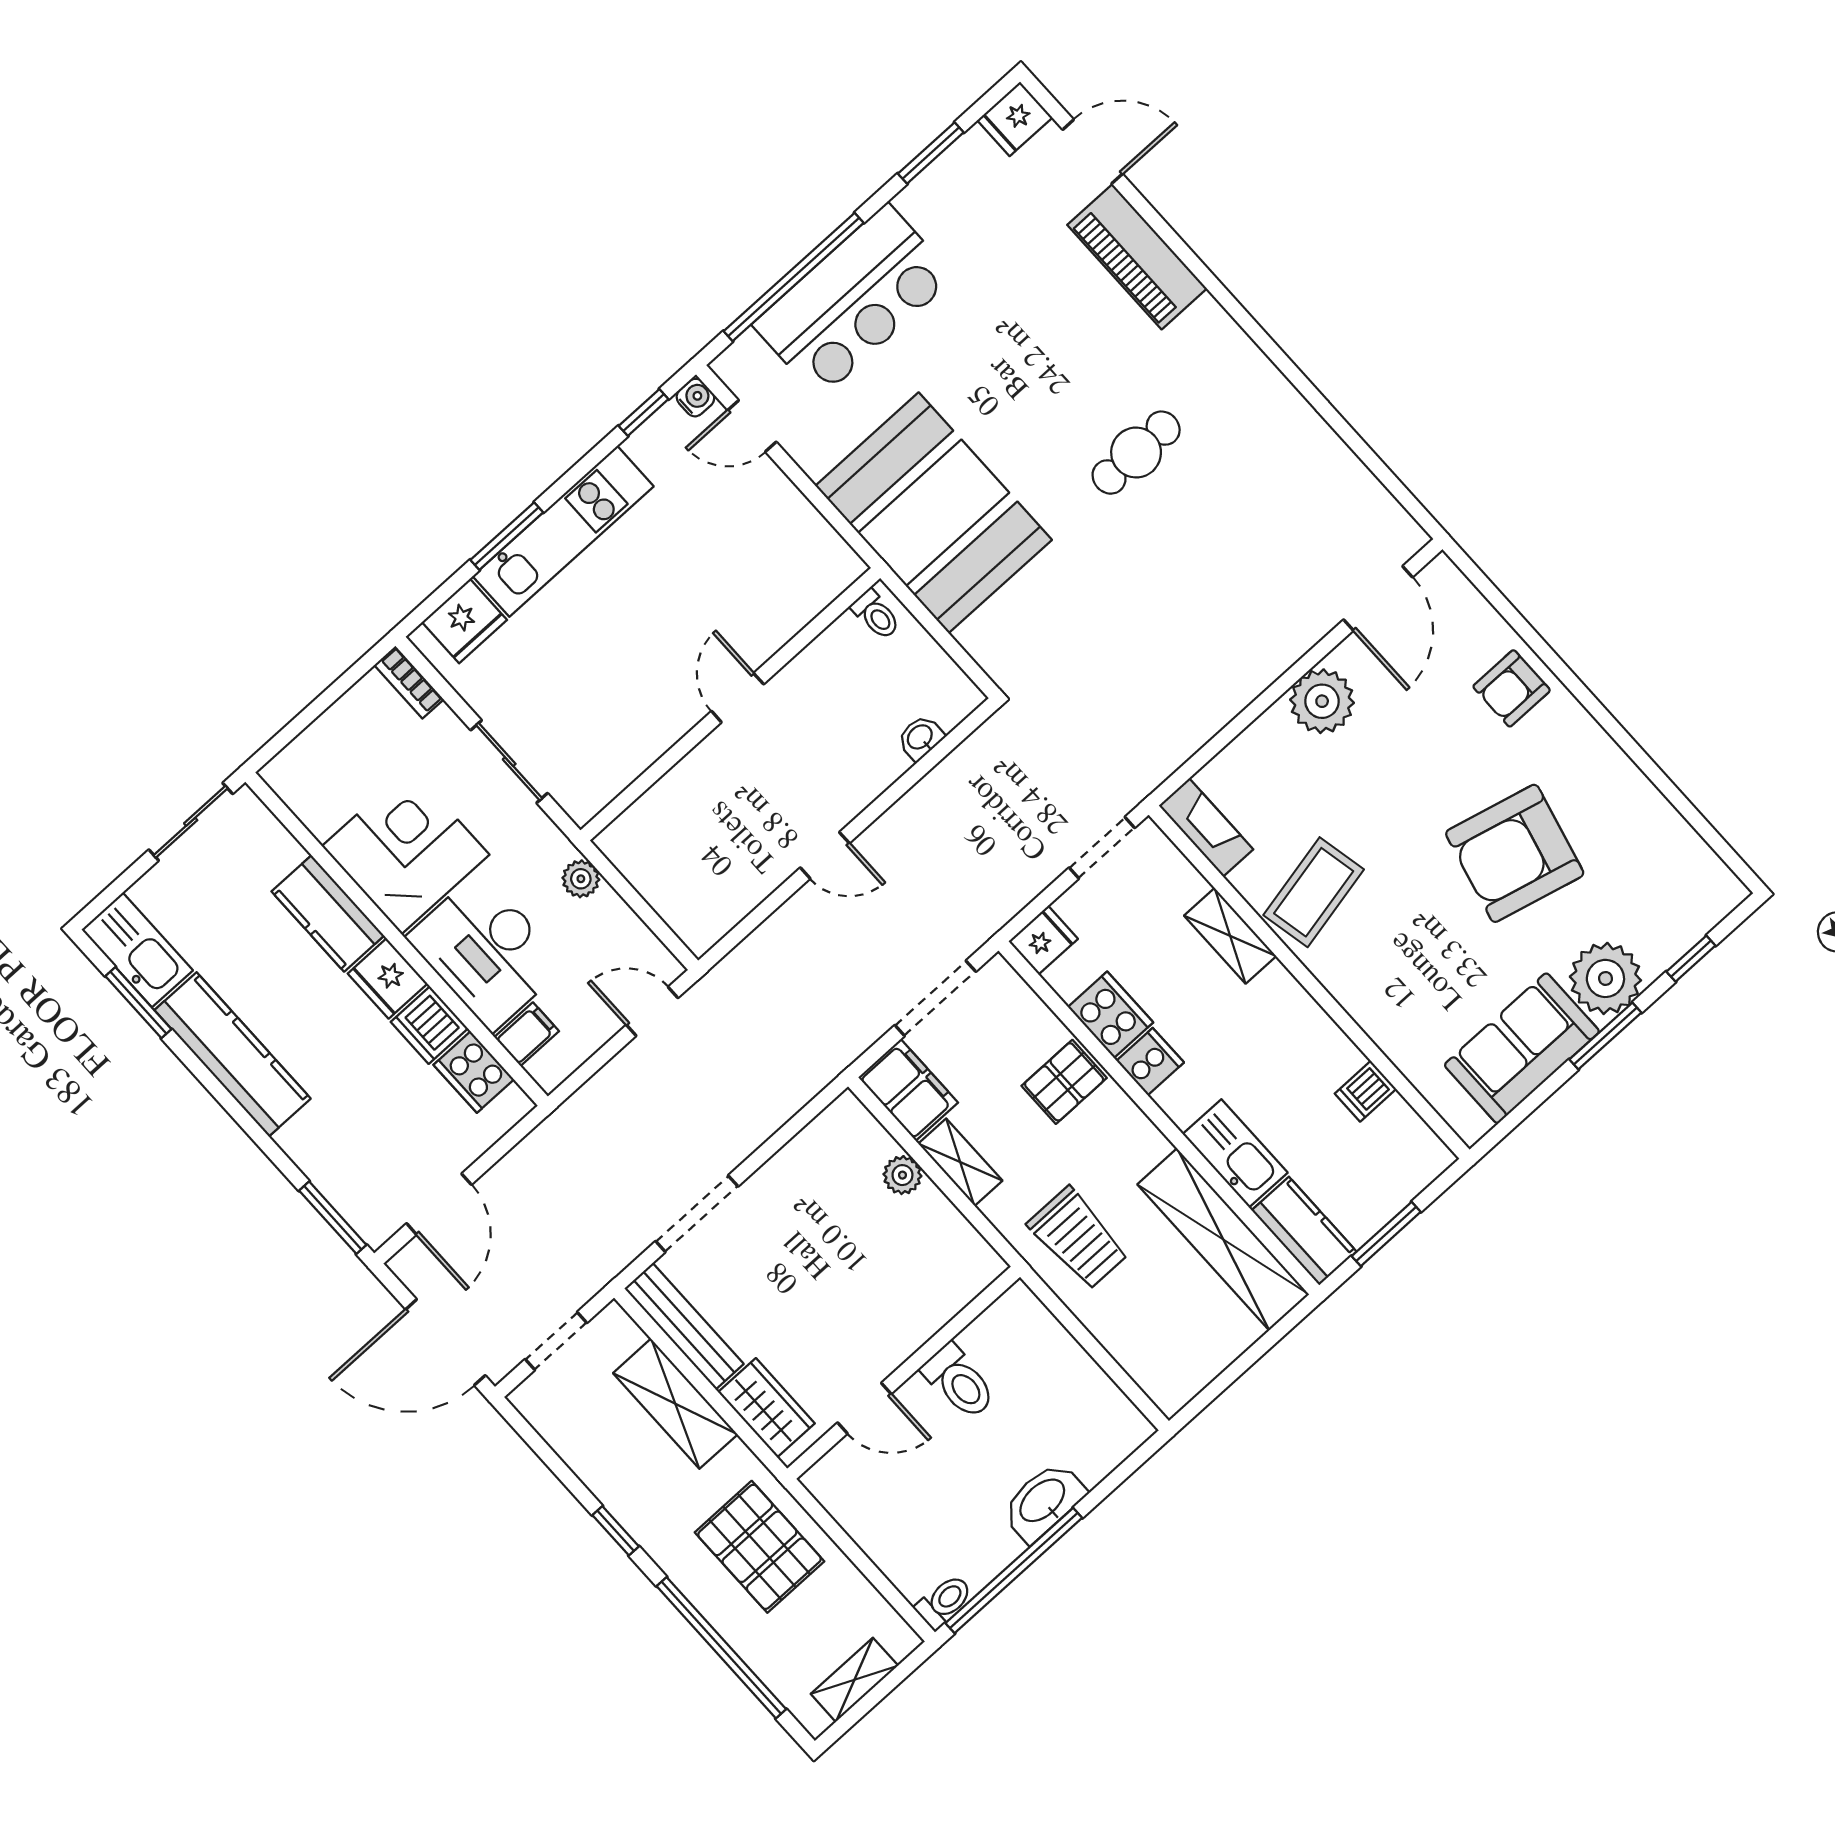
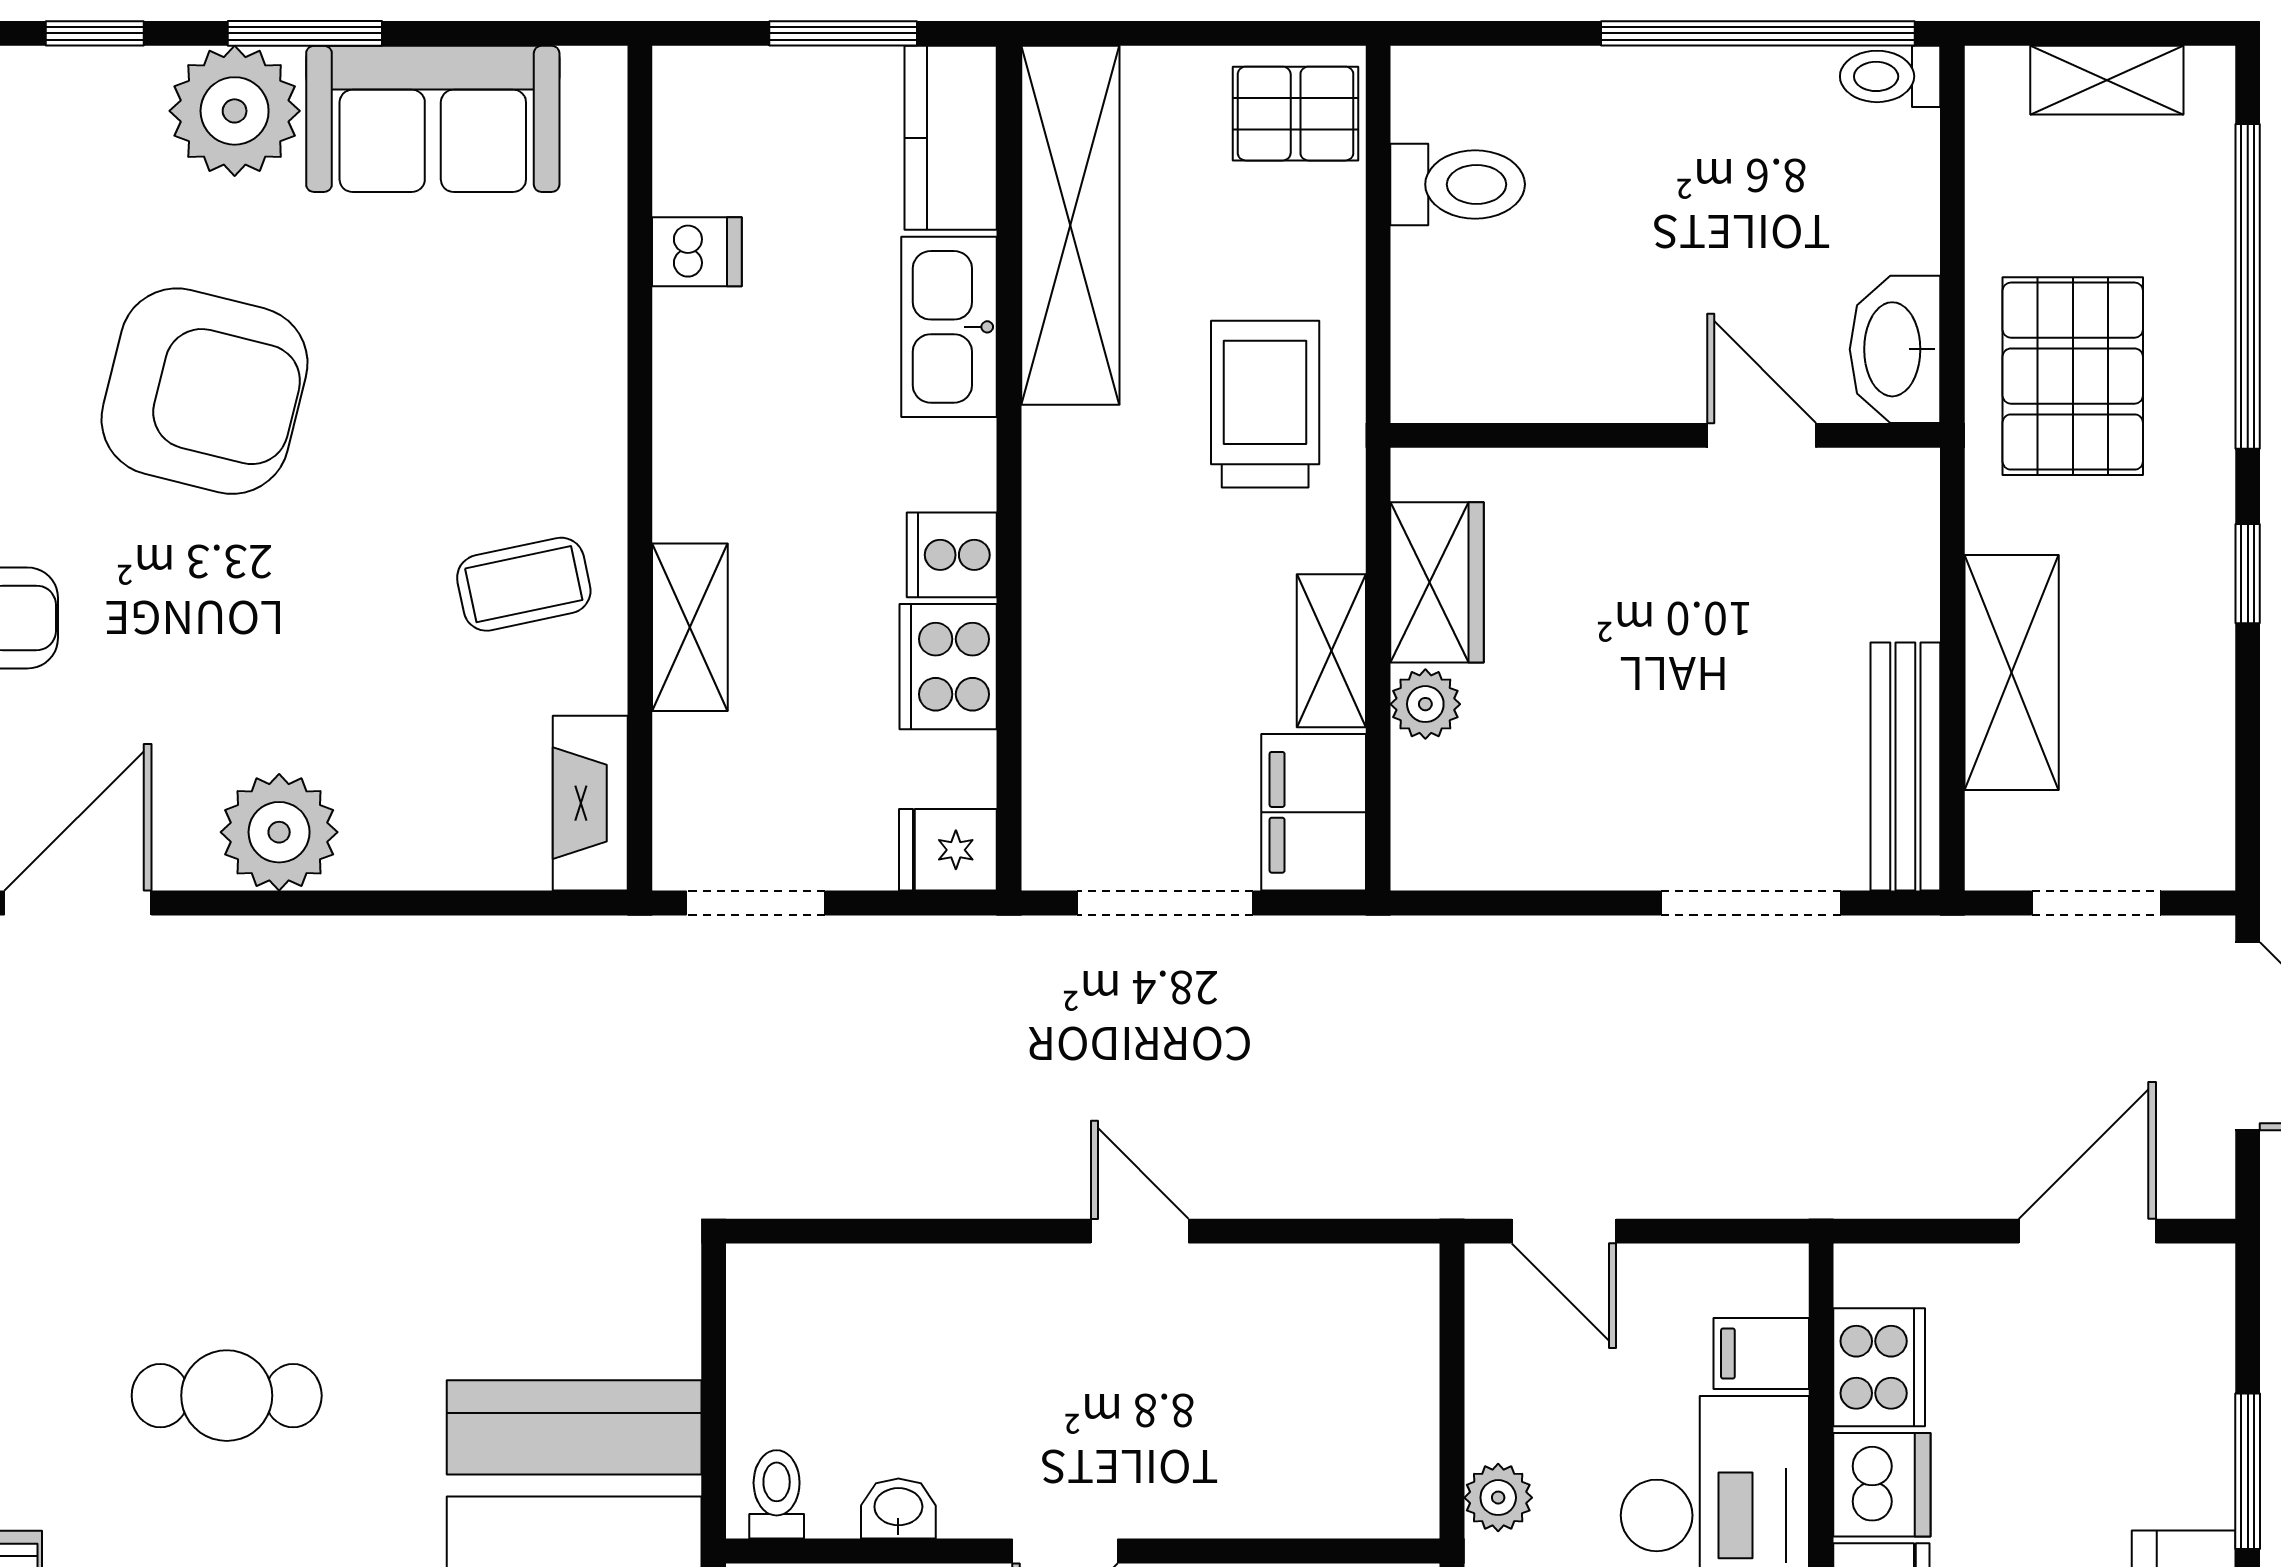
washbasin: (920, 738) -> (898, 1509), moved, turned 180
coffee table: (1314, 892) -> (524, 584), width x0.73, depth x0.77
pallet: (1064, 1082) -> (1296, 114), moved
window: (333, 1218) -> (2248, 1471), moved
toilet: (959, 1382) -> (1458, 184), moved, turned 90
wardrobe: (766, 1408) -> (1437, 582), moved, turned 180
washbasin: (1043, 1501) -> (1895, 349), moved, turned 90

